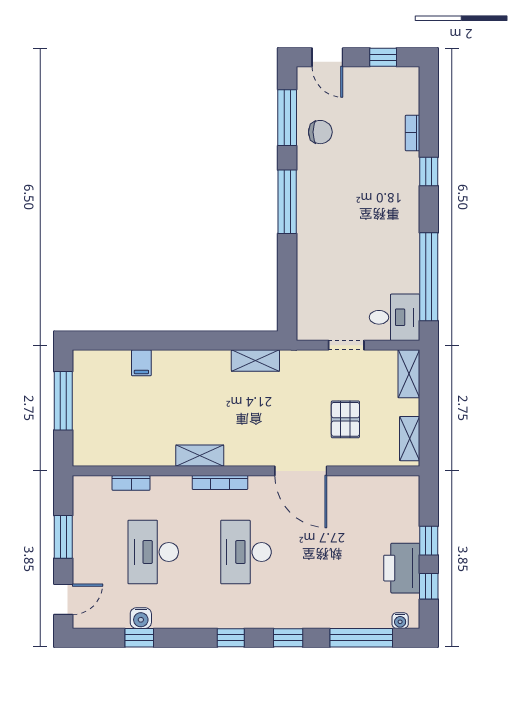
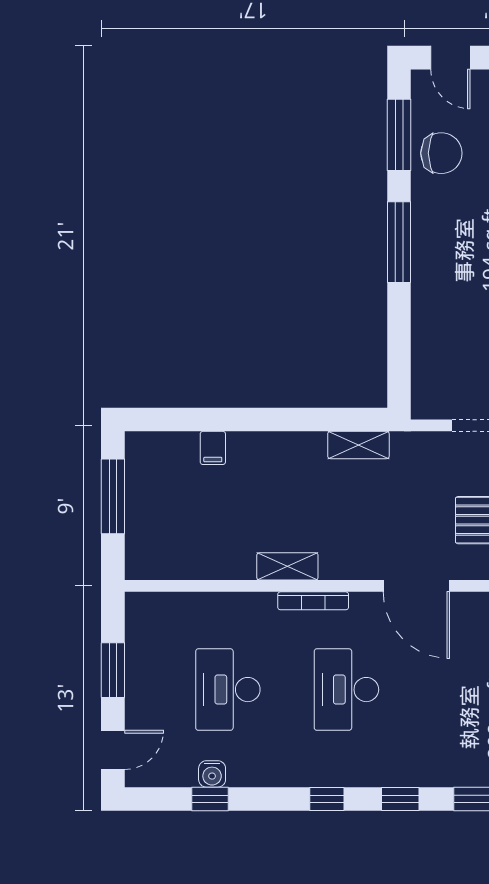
chair: (320, 132) -> (441, 153), width x1.37, depth x1.37
bookcase: (131, 483) -> (200, 601), removed

